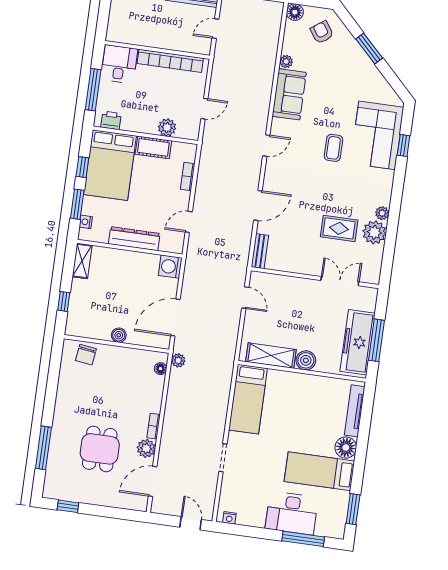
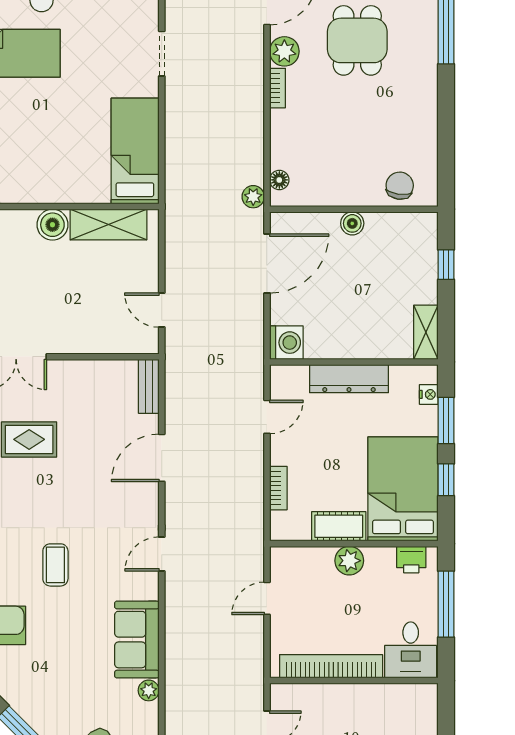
plant: (167, 128) -> (349, 561), moved

